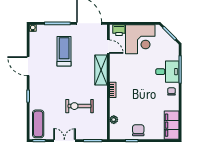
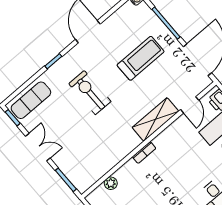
exercise bike: (80, 106) -> (90, 93), moved

